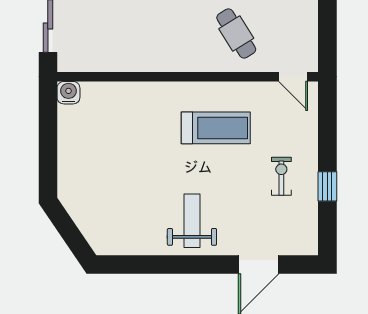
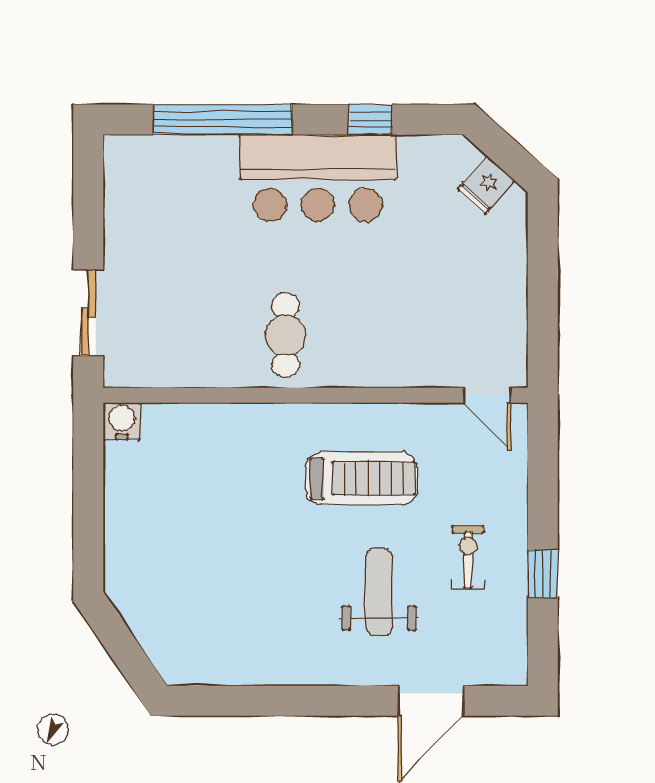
cafe table: (236, 34) -> (285, 335), moved, turned 32
weight bench: (192, 221) -> (379, 592), moved

